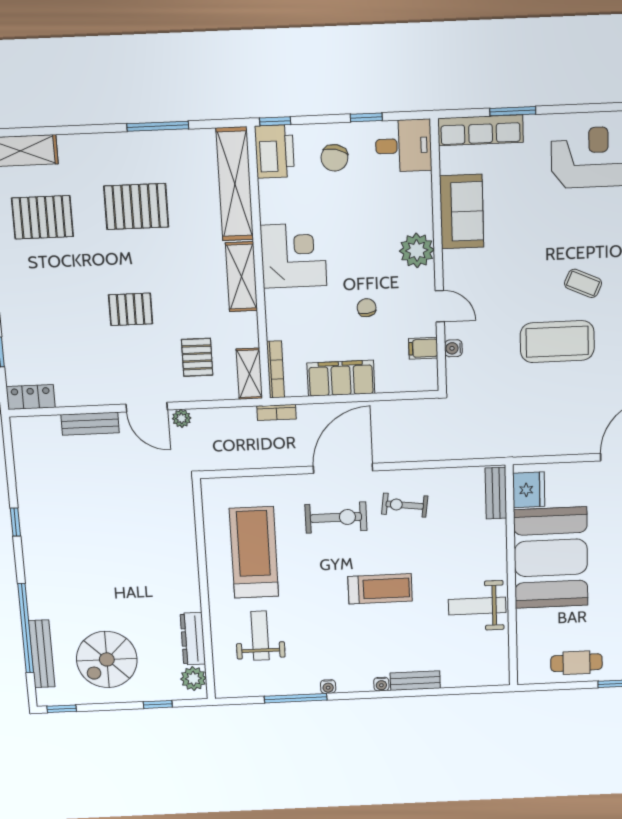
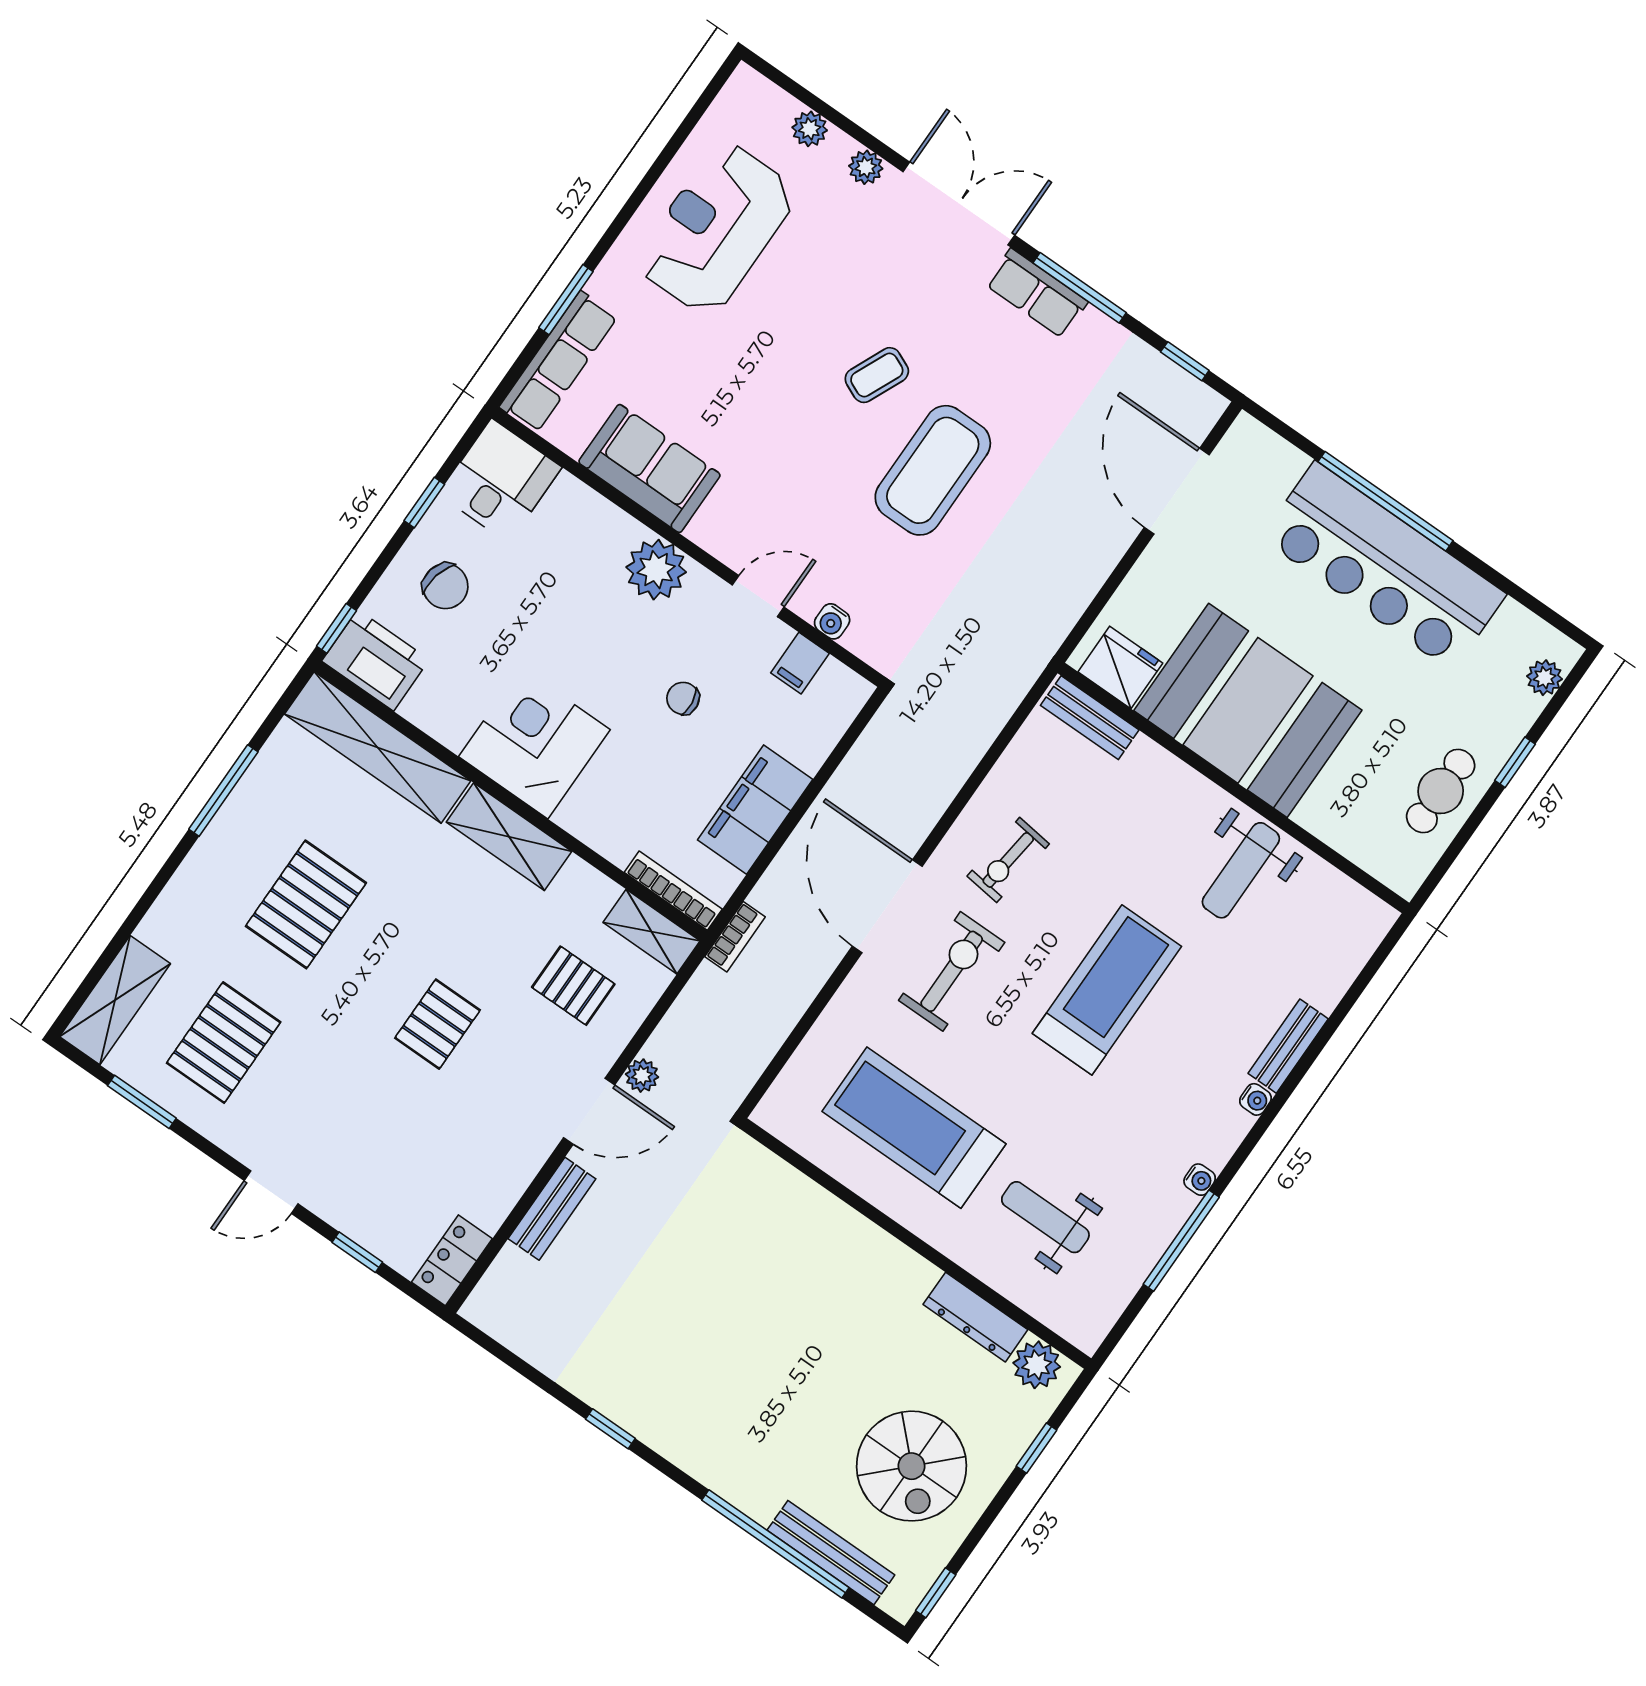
treadmill: (380, 589) -> (1107, 990), width x1.37, depth x1.38

